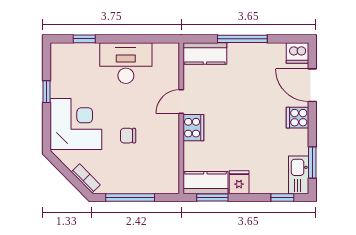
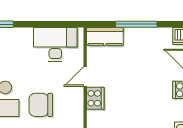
desk: (126, 63) -> (55, 44), moved
chair: (128, 136) -> (41, 105), width x1.87, depth x1.87

